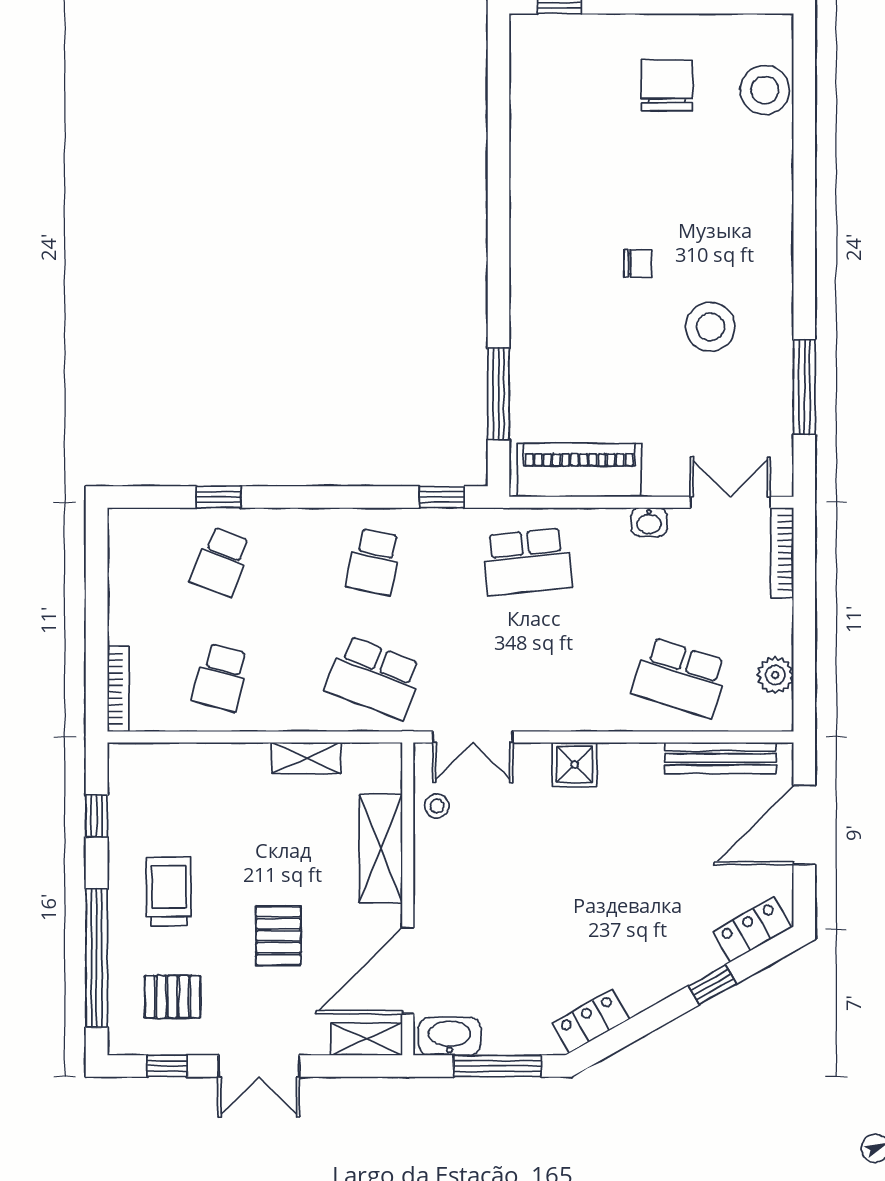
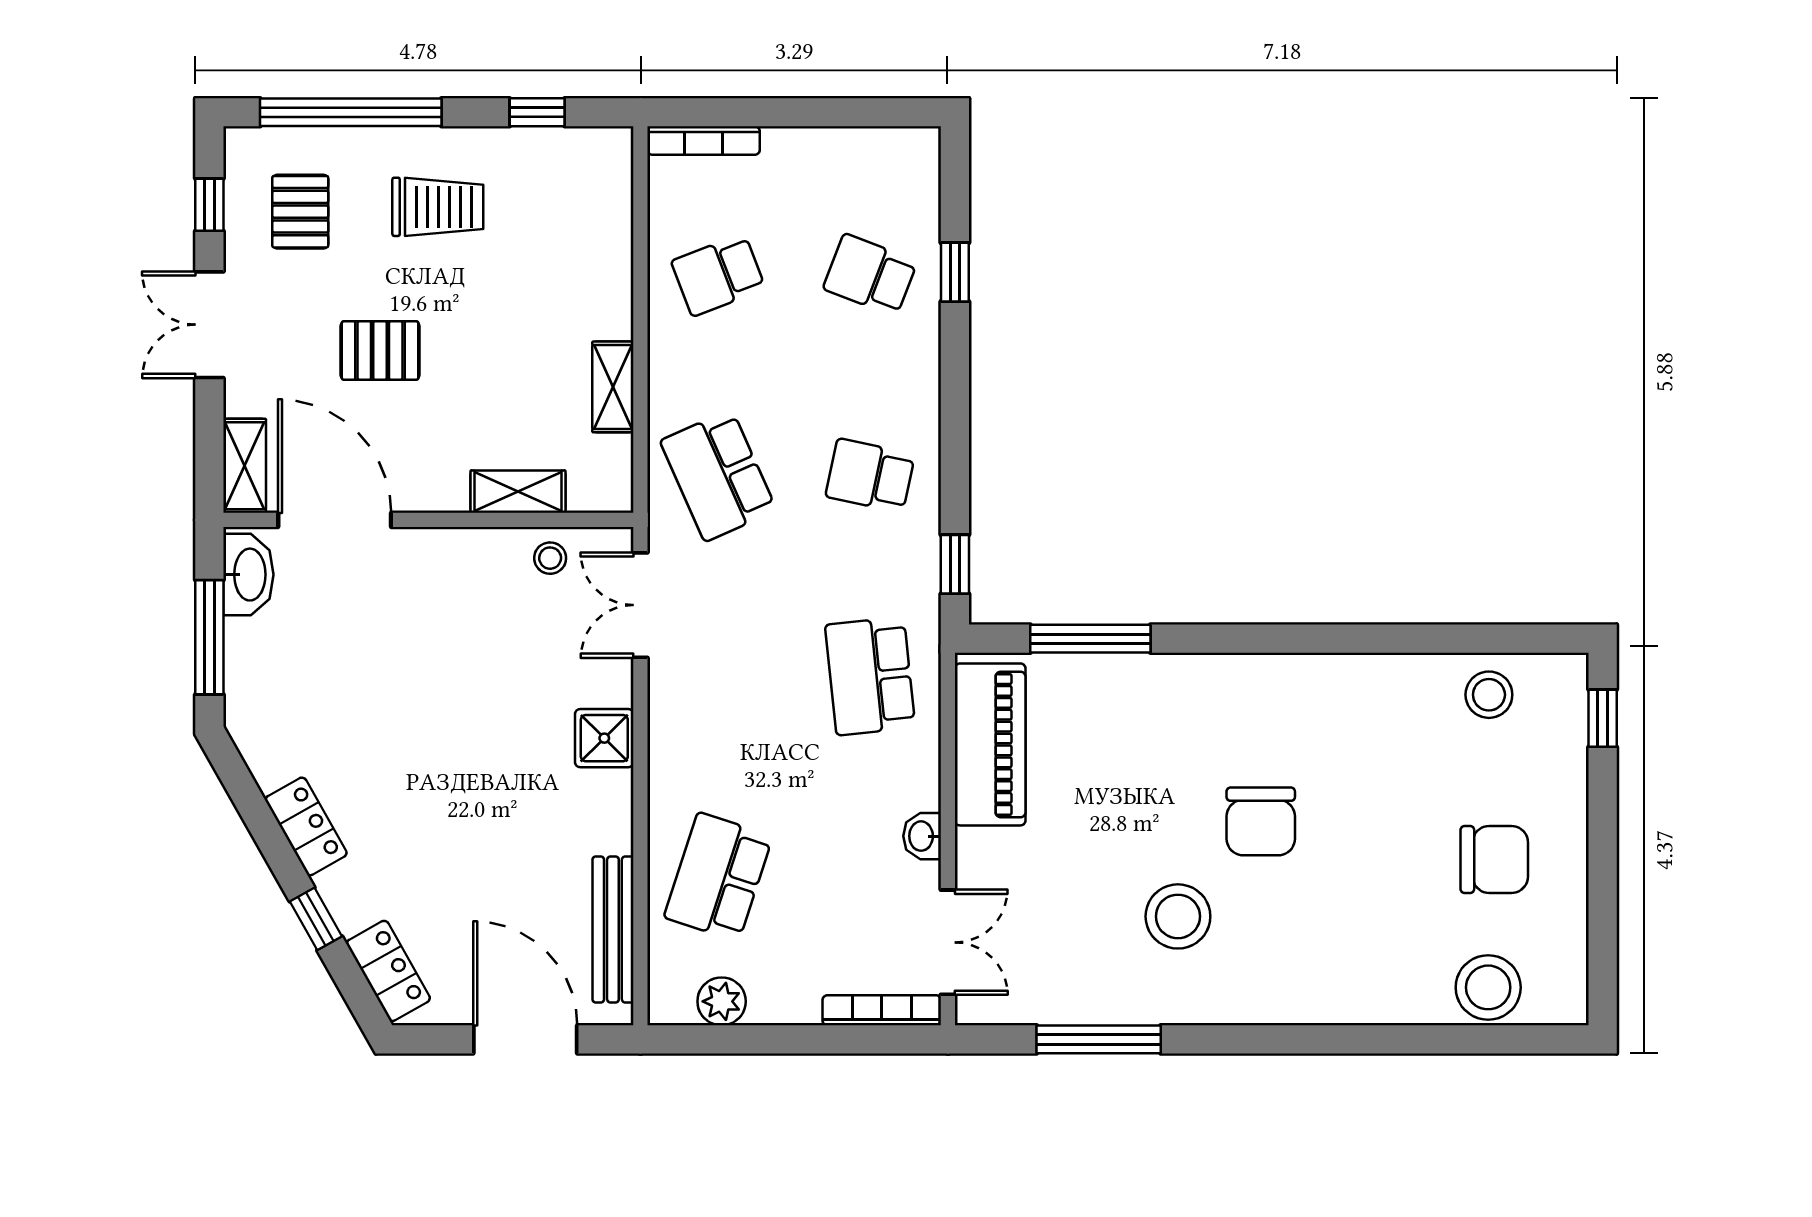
stool: (541, 89) -> (1489, 695), added
chair: (638, 264) -> (1261, 821), width x1.87, depth x1.87
school desk: (221, 678) -> (718, 275), turned -36
school desk: (374, 678) -> (718, 476), turned -45
shelving: (381, 849) -> (518, 492), width x0.67, depth x0.75
locker: (591, 1021) -> (306, 826), moved

